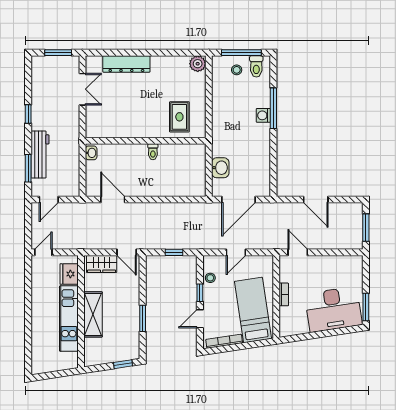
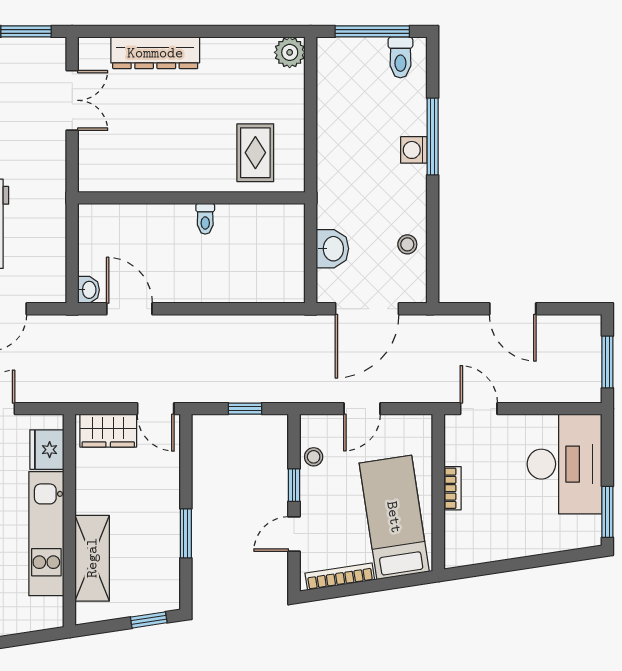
stool: (237, 70) -> (407, 244), moved
washbasin: (91, 153) -> (88, 290), moved
desk: (333, 309) -> (564, 464), moved, turned -81
shelving: (93, 314) -> (92, 558), moved

